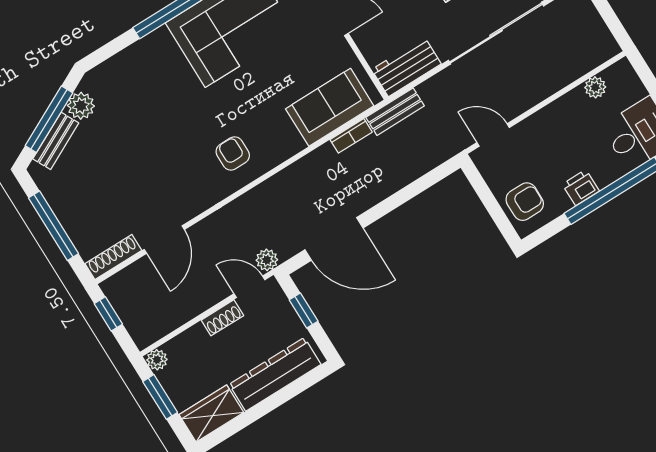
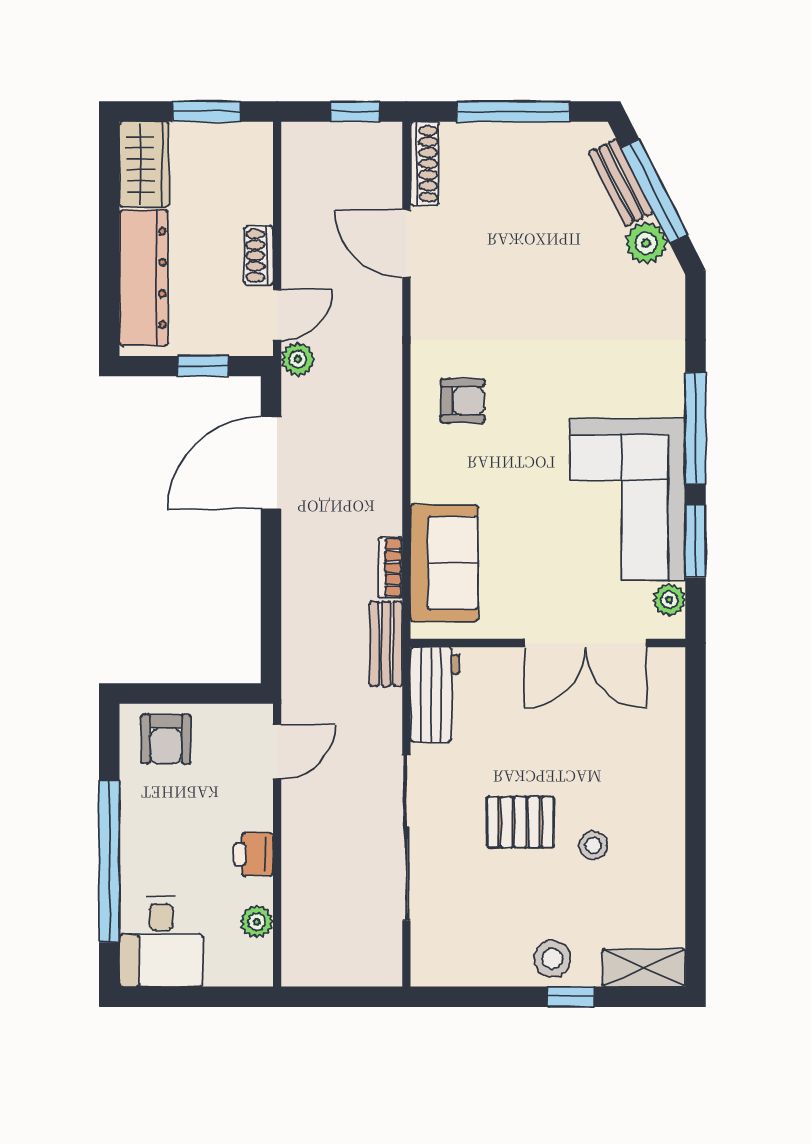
printer: (581, 188) -> (254, 854), moved, turned 180
plant: (157, 360) -> (257, 137), removed

